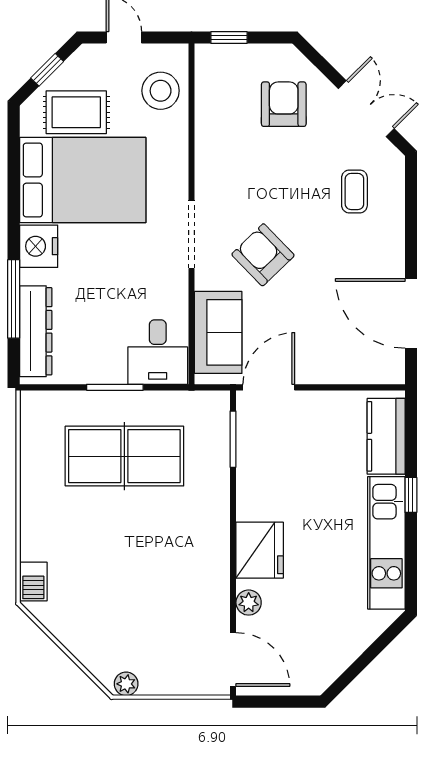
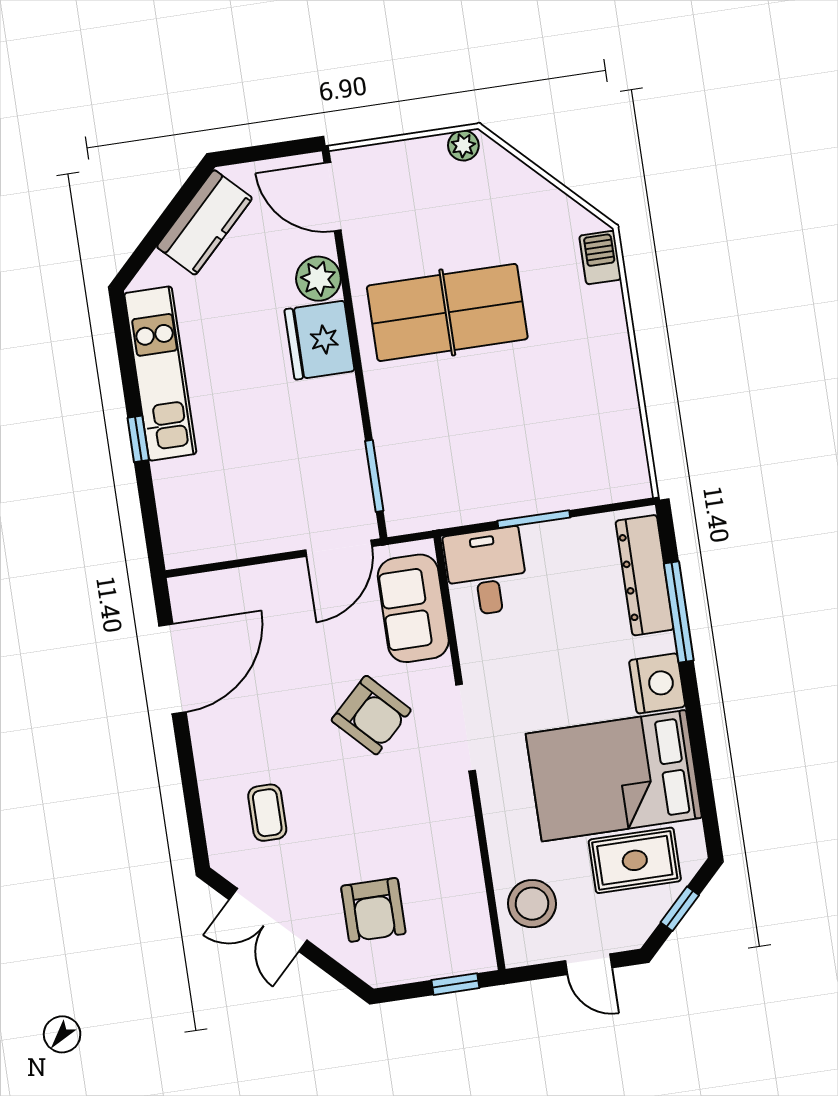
door: (411, 313) -> (173, 669), hinge flipped
kitchen counter: (386, 436) -> (205, 222), moved, turned 45
table tennis table: (124, 456) -> (447, 312), moved
plant: (249, 603) -> (318, 279), width x1.38, depth x1.38

